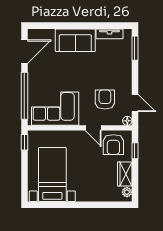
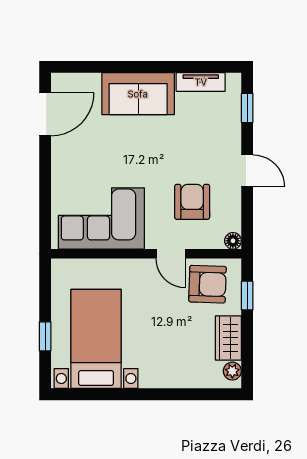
window: (135, 48) -> (247, 108), width x0.67
window: (24, 96) -> (45, 195), removed
door: (135, 103) -> (247, 171), moved
window: (24, 142) -> (45, 336), moved
armchair: (113, 145) -> (208, 284), turned -88

